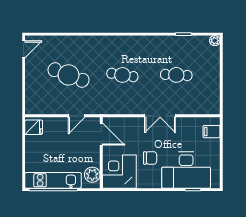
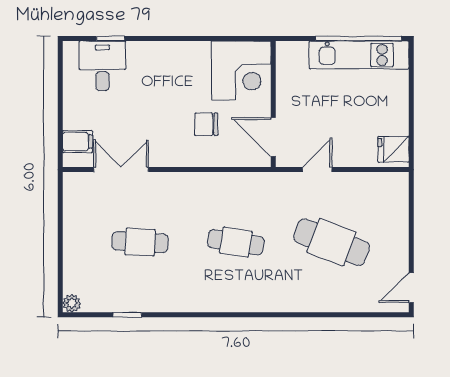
double door: (160, 116) -> (121, 170), moved
chair: (150, 158) -> (206, 124), moved
desk: (186, 170) -> (102, 66), width x0.53, depth x0.77
plant: (92, 175) -> (289, 65), removed

